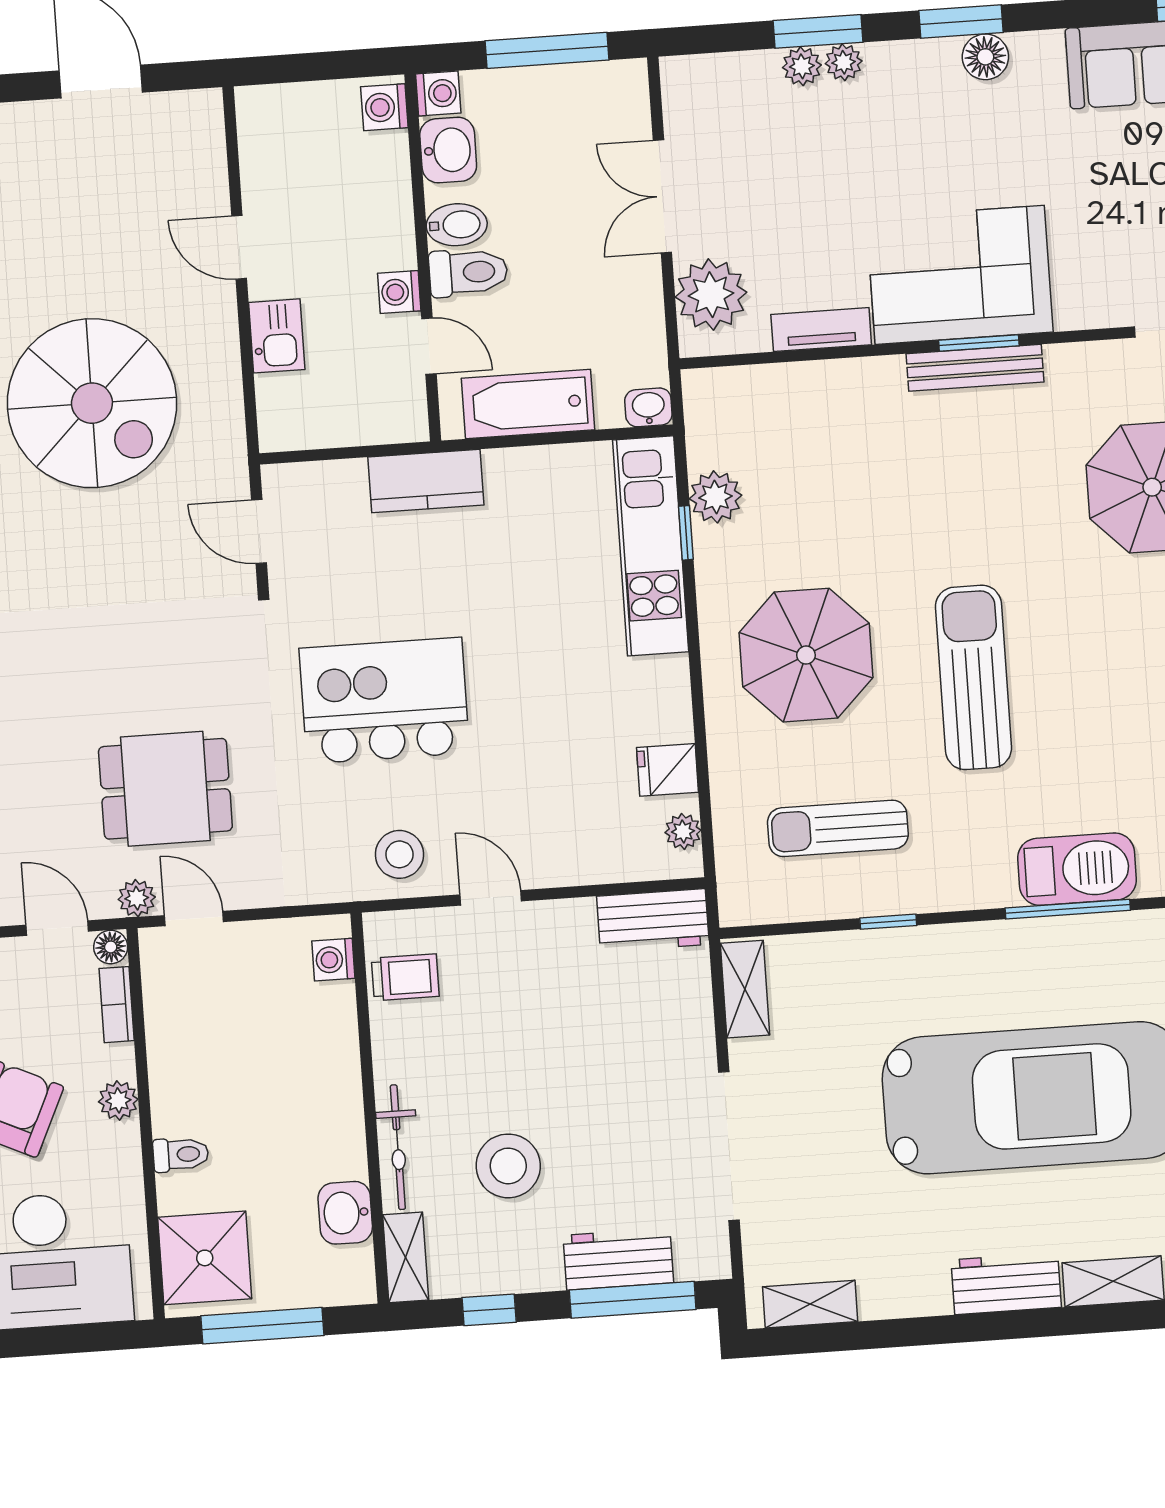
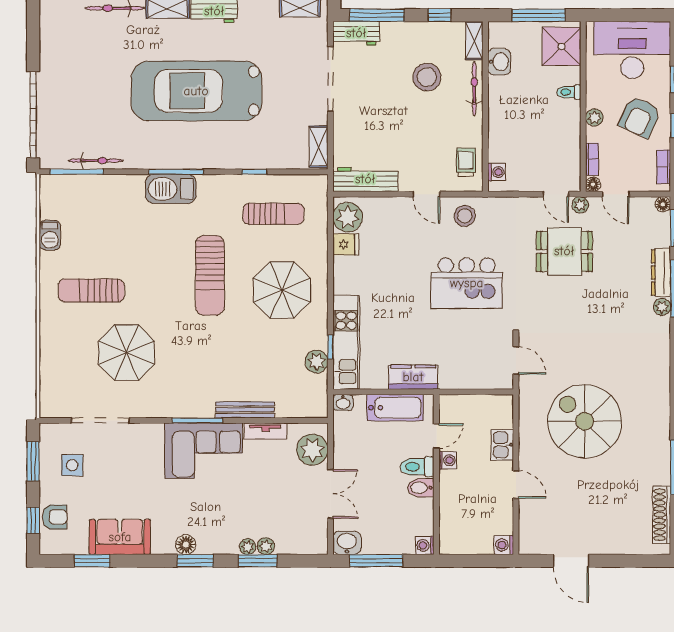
washing machine: (384, 107) -> (504, 545), moved, turned 180
washbasin: (448, 150) -> (347, 543), moved, turned 90
window: (979, 343) -> (197, 420), width x1.44
door: (429, 346) -> (436, 436), swing flipped
bench: (975, 368) -> (245, 410), moved
kitchen counter: (426, 481) -> (413, 377), moved
plant: (683, 831) -> (348, 217), width x1.88, depth x1.88
workbench: (653, 920) -> (365, 179), width x1.38
trolley: (405, 977) -> (466, 162), turned 90
workbench: (618, 1259) -> (356, 33), moved

